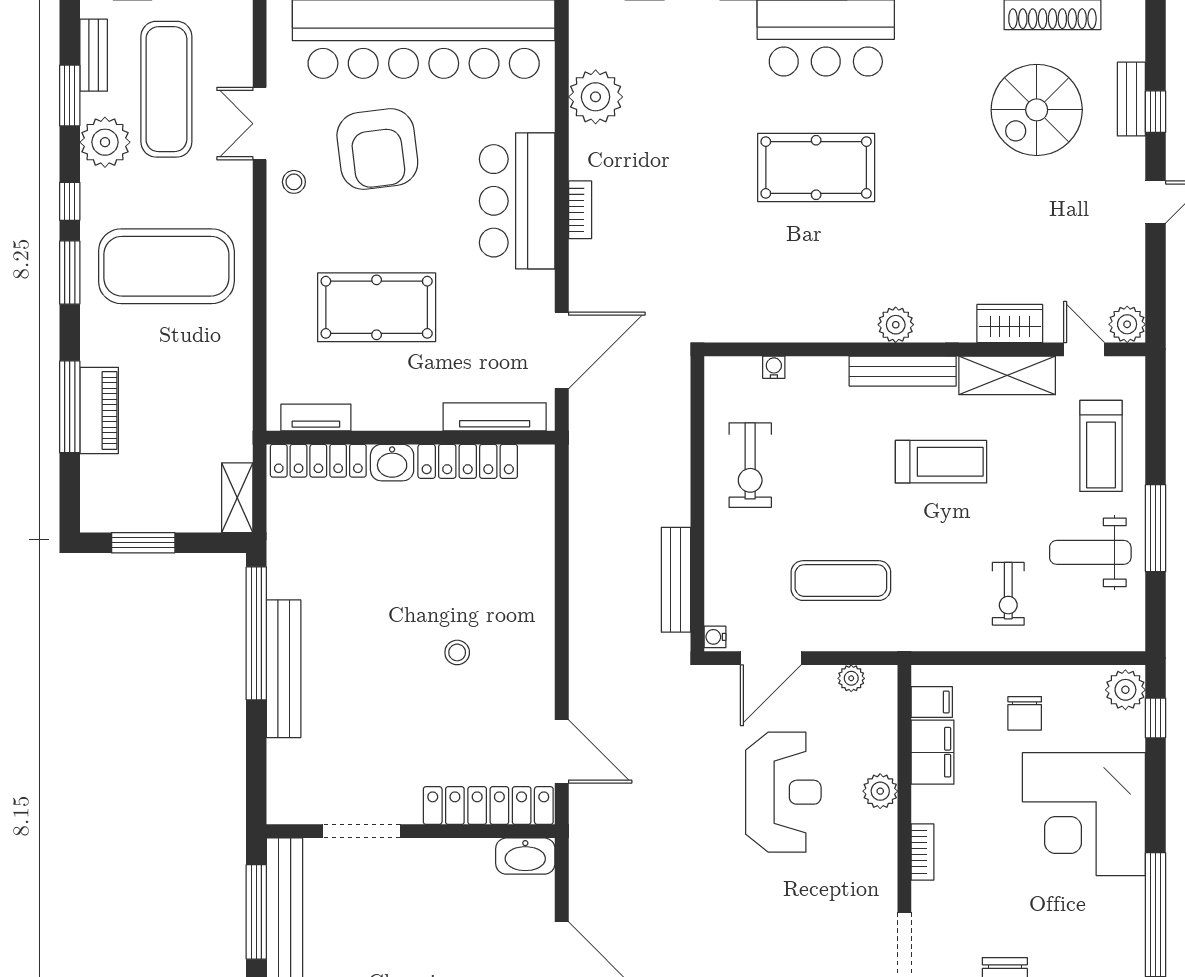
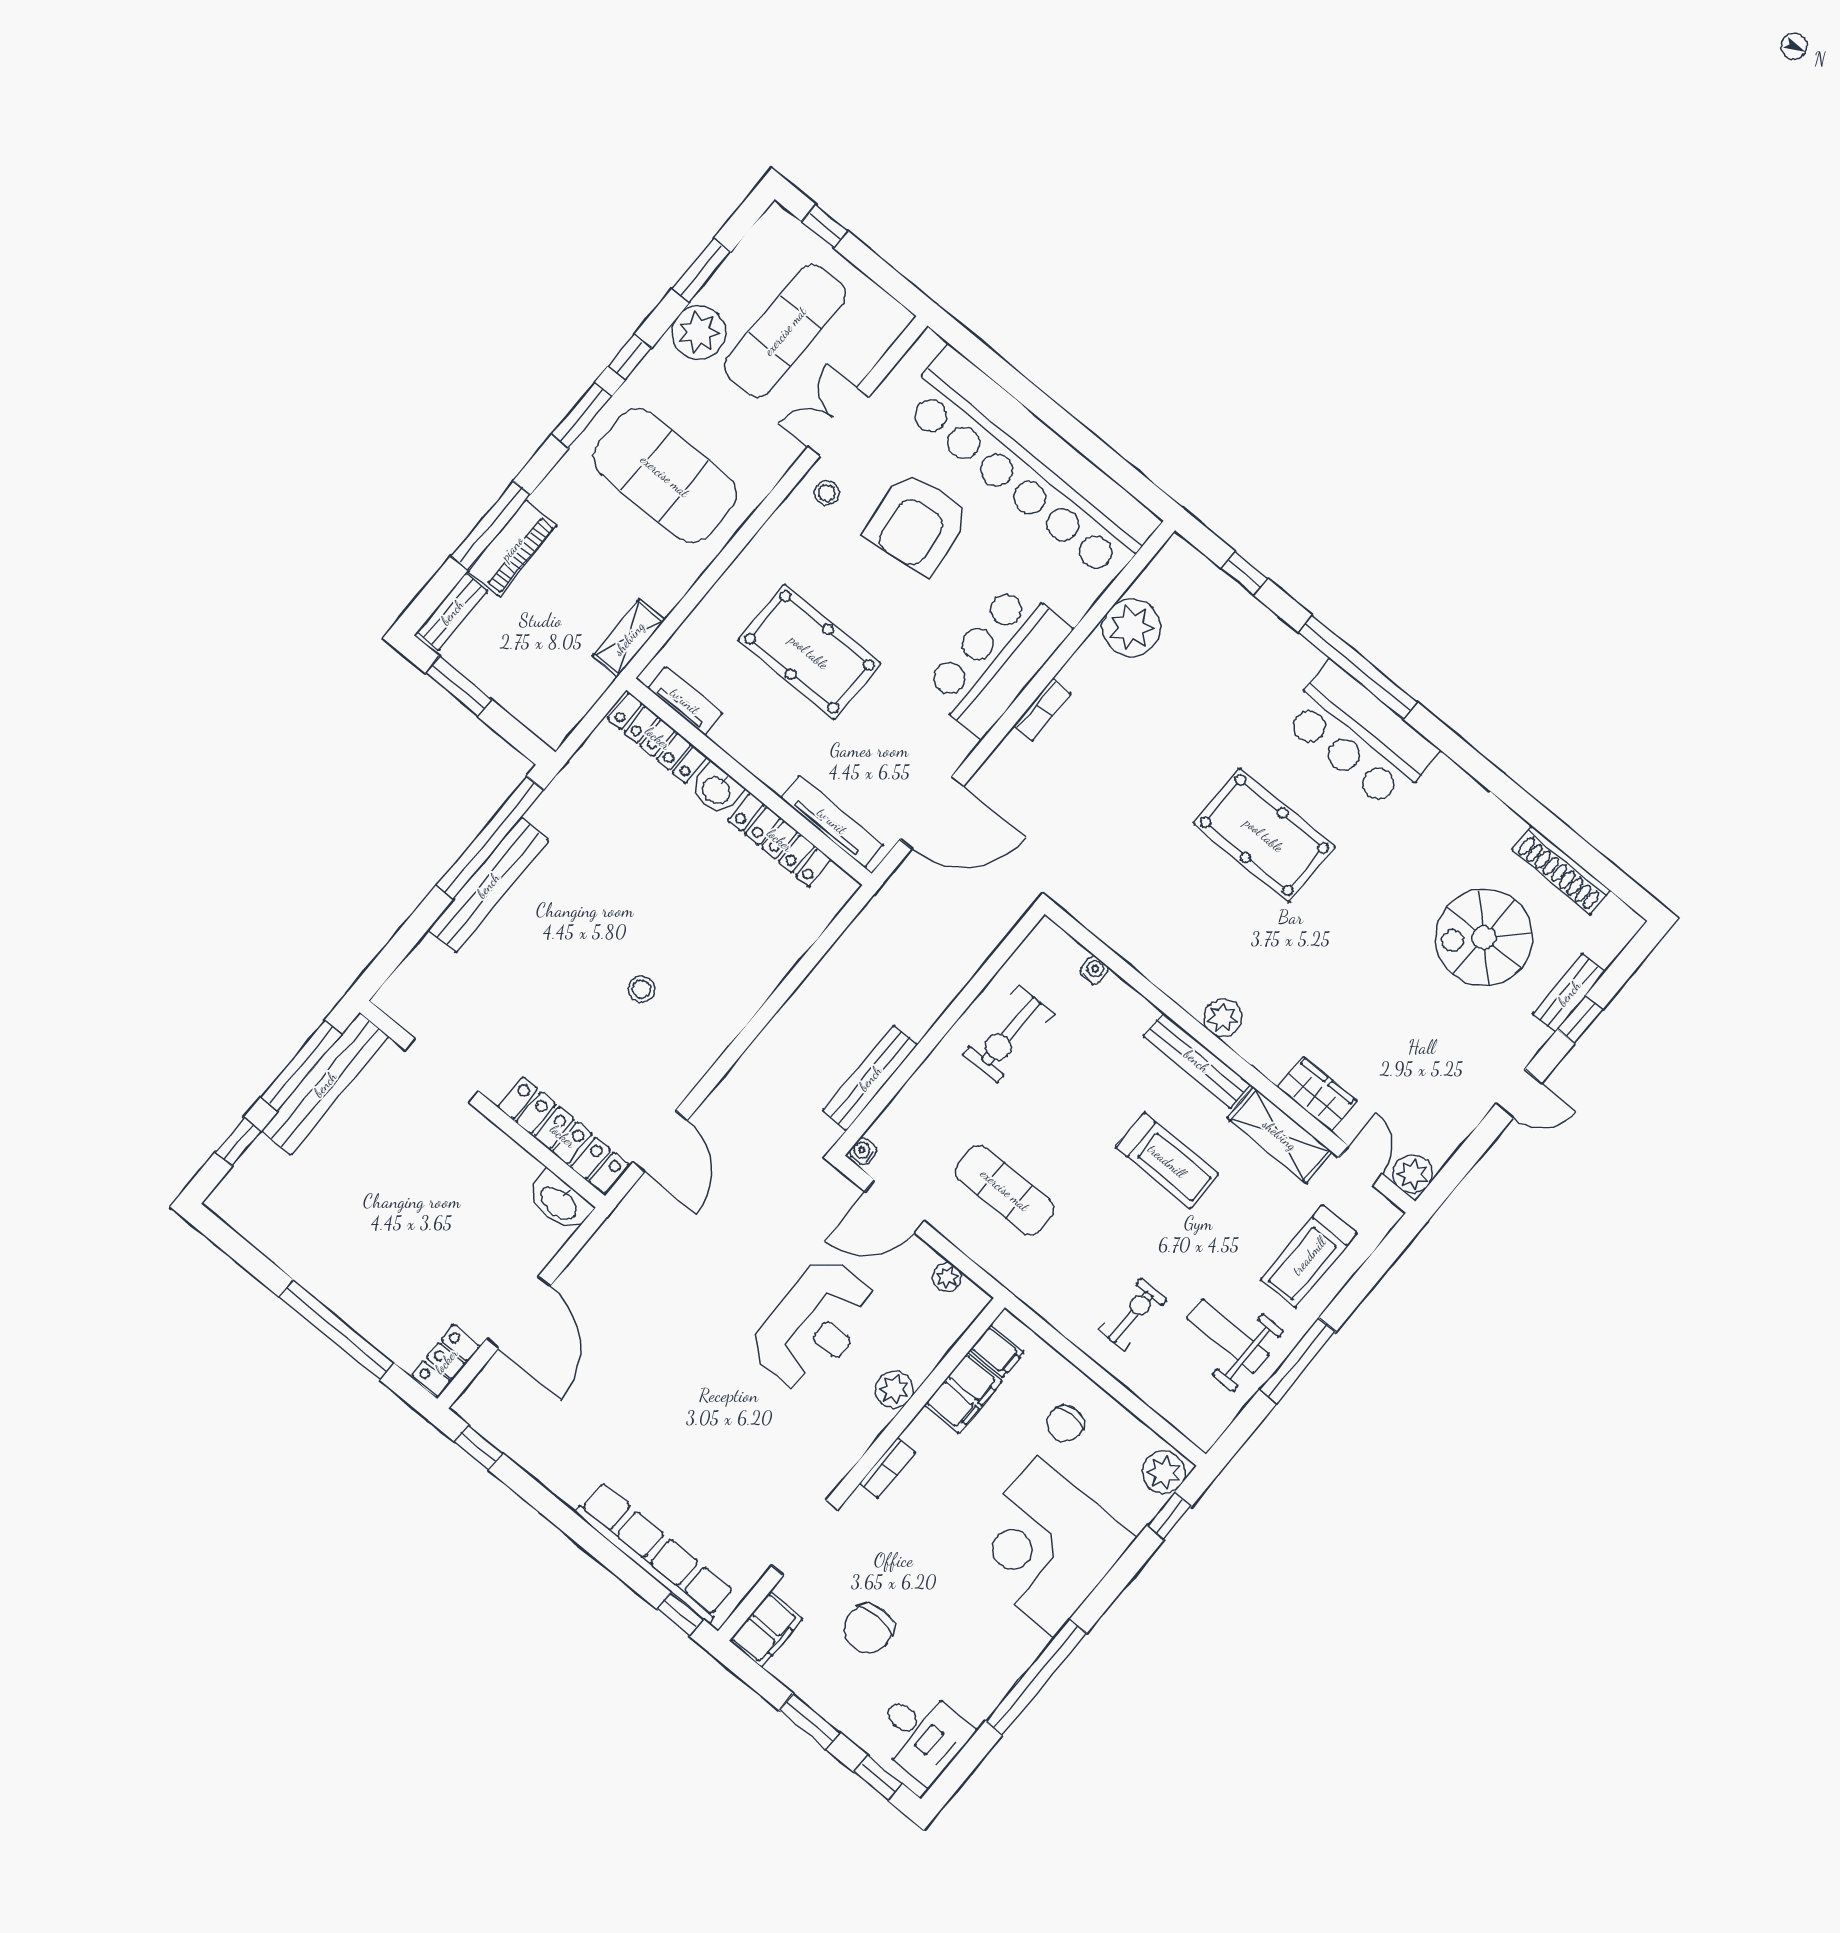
bench: (94, 55) -> (452, 612), moved
shelving: (237, 498) -> (629, 638), moved
exercise bike: (1008, 594) -> (1133, 1315), turned 180

